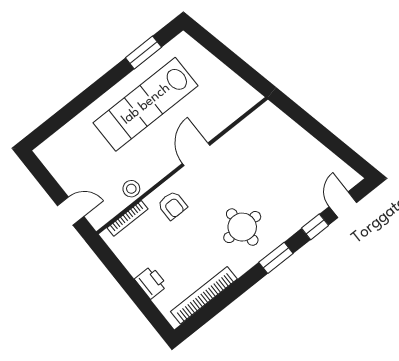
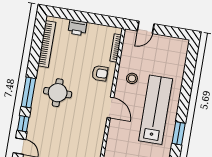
stool: (131, 189) -> (132, 78), moved
armchair: (172, 205) -> (100, 73), turned 180
window: (276, 258) -> (29, 92), width x1.44

